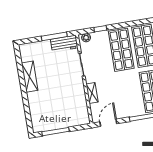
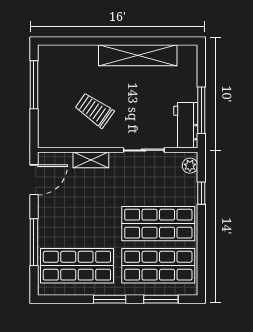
shelving: (30, 77) -> (138, 55), width x1.47
trolley: (64, 96) -> (94, 110), added
door: (108, 123) -> (34, 180), hinge flipped

